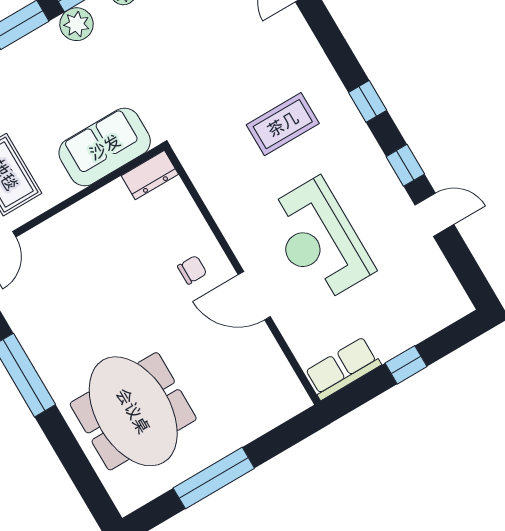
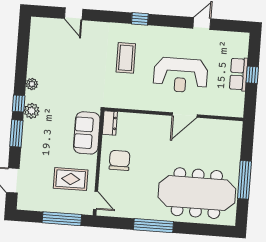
window: (405, 165) -> (175, 21), removed
chair: (192, 270) -> (120, 160), moved, width x1.87, depth x1.87
row of seats: (343, 368) -> (239, 74), moved
meeting table: (133, 411) -> (197, 193), width x1.36

